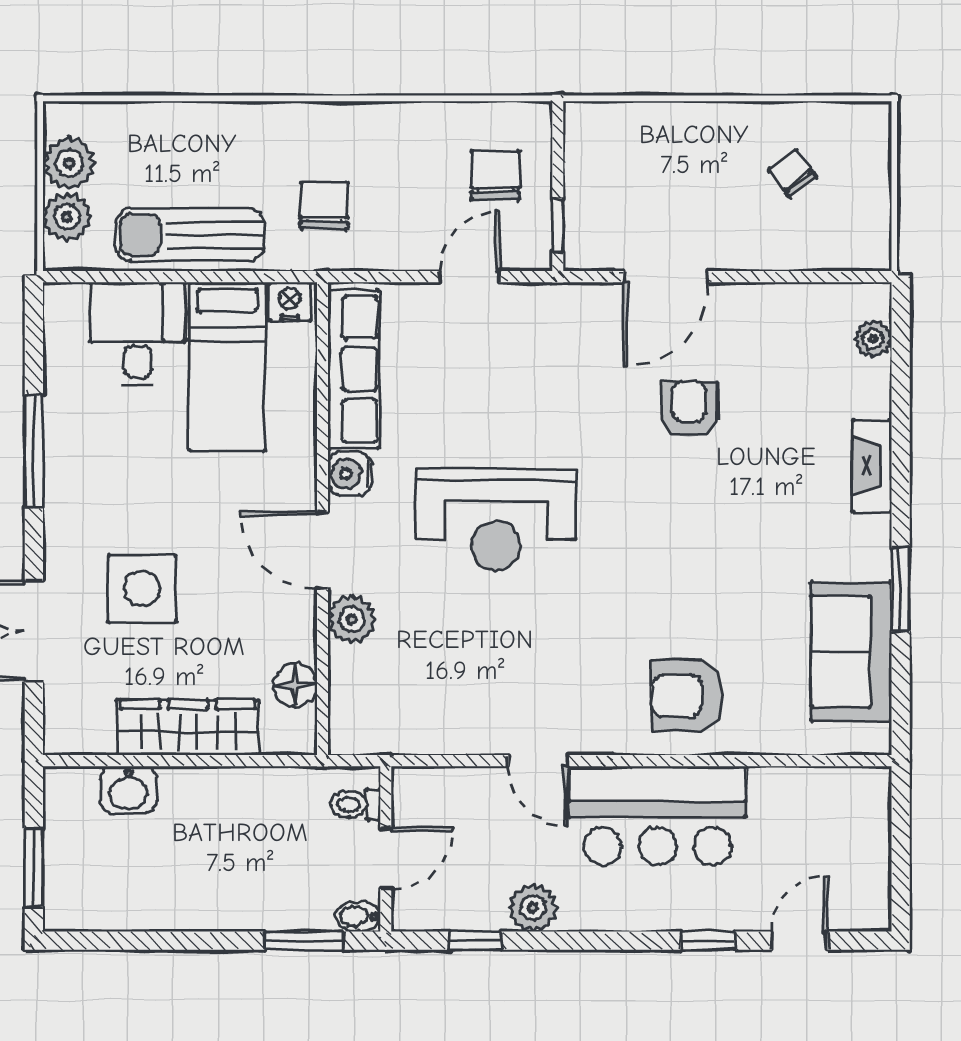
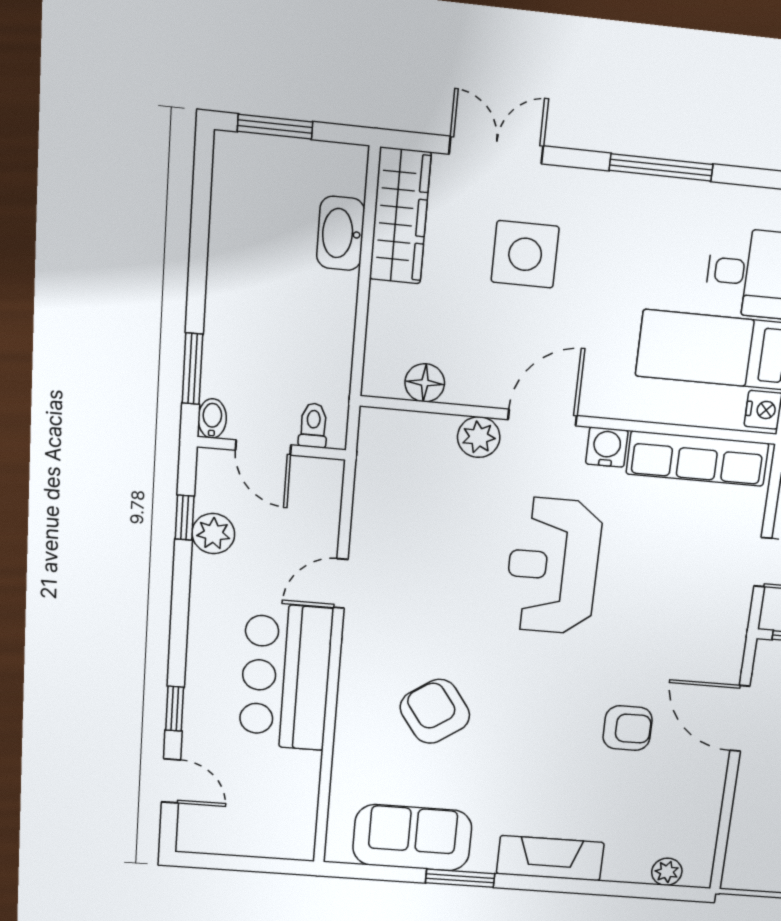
fireplace: (872, 466) -> (550, 858), width x1.37, depth x1.32
armchair: (687, 696) -> (435, 711), moved, turned -35
wardrobe: (188, 728) -> (400, 216), moved
washbasin: (129, 790) -> (341, 233), width x1.38
plant: (533, 908) -> (213, 534), moved

